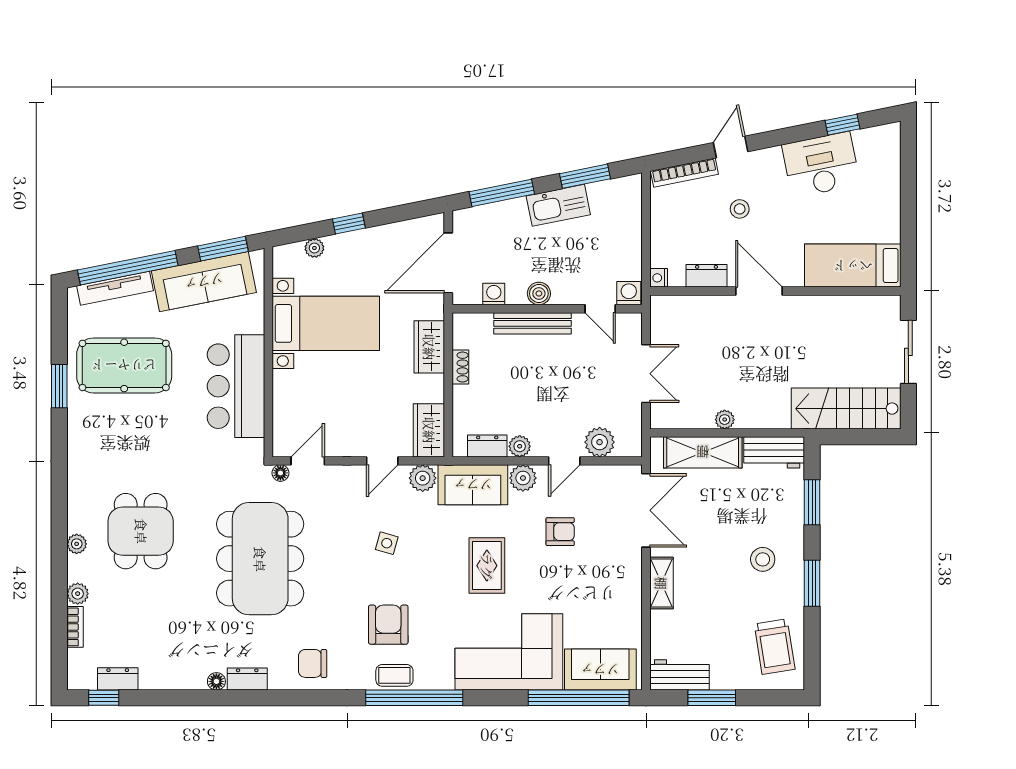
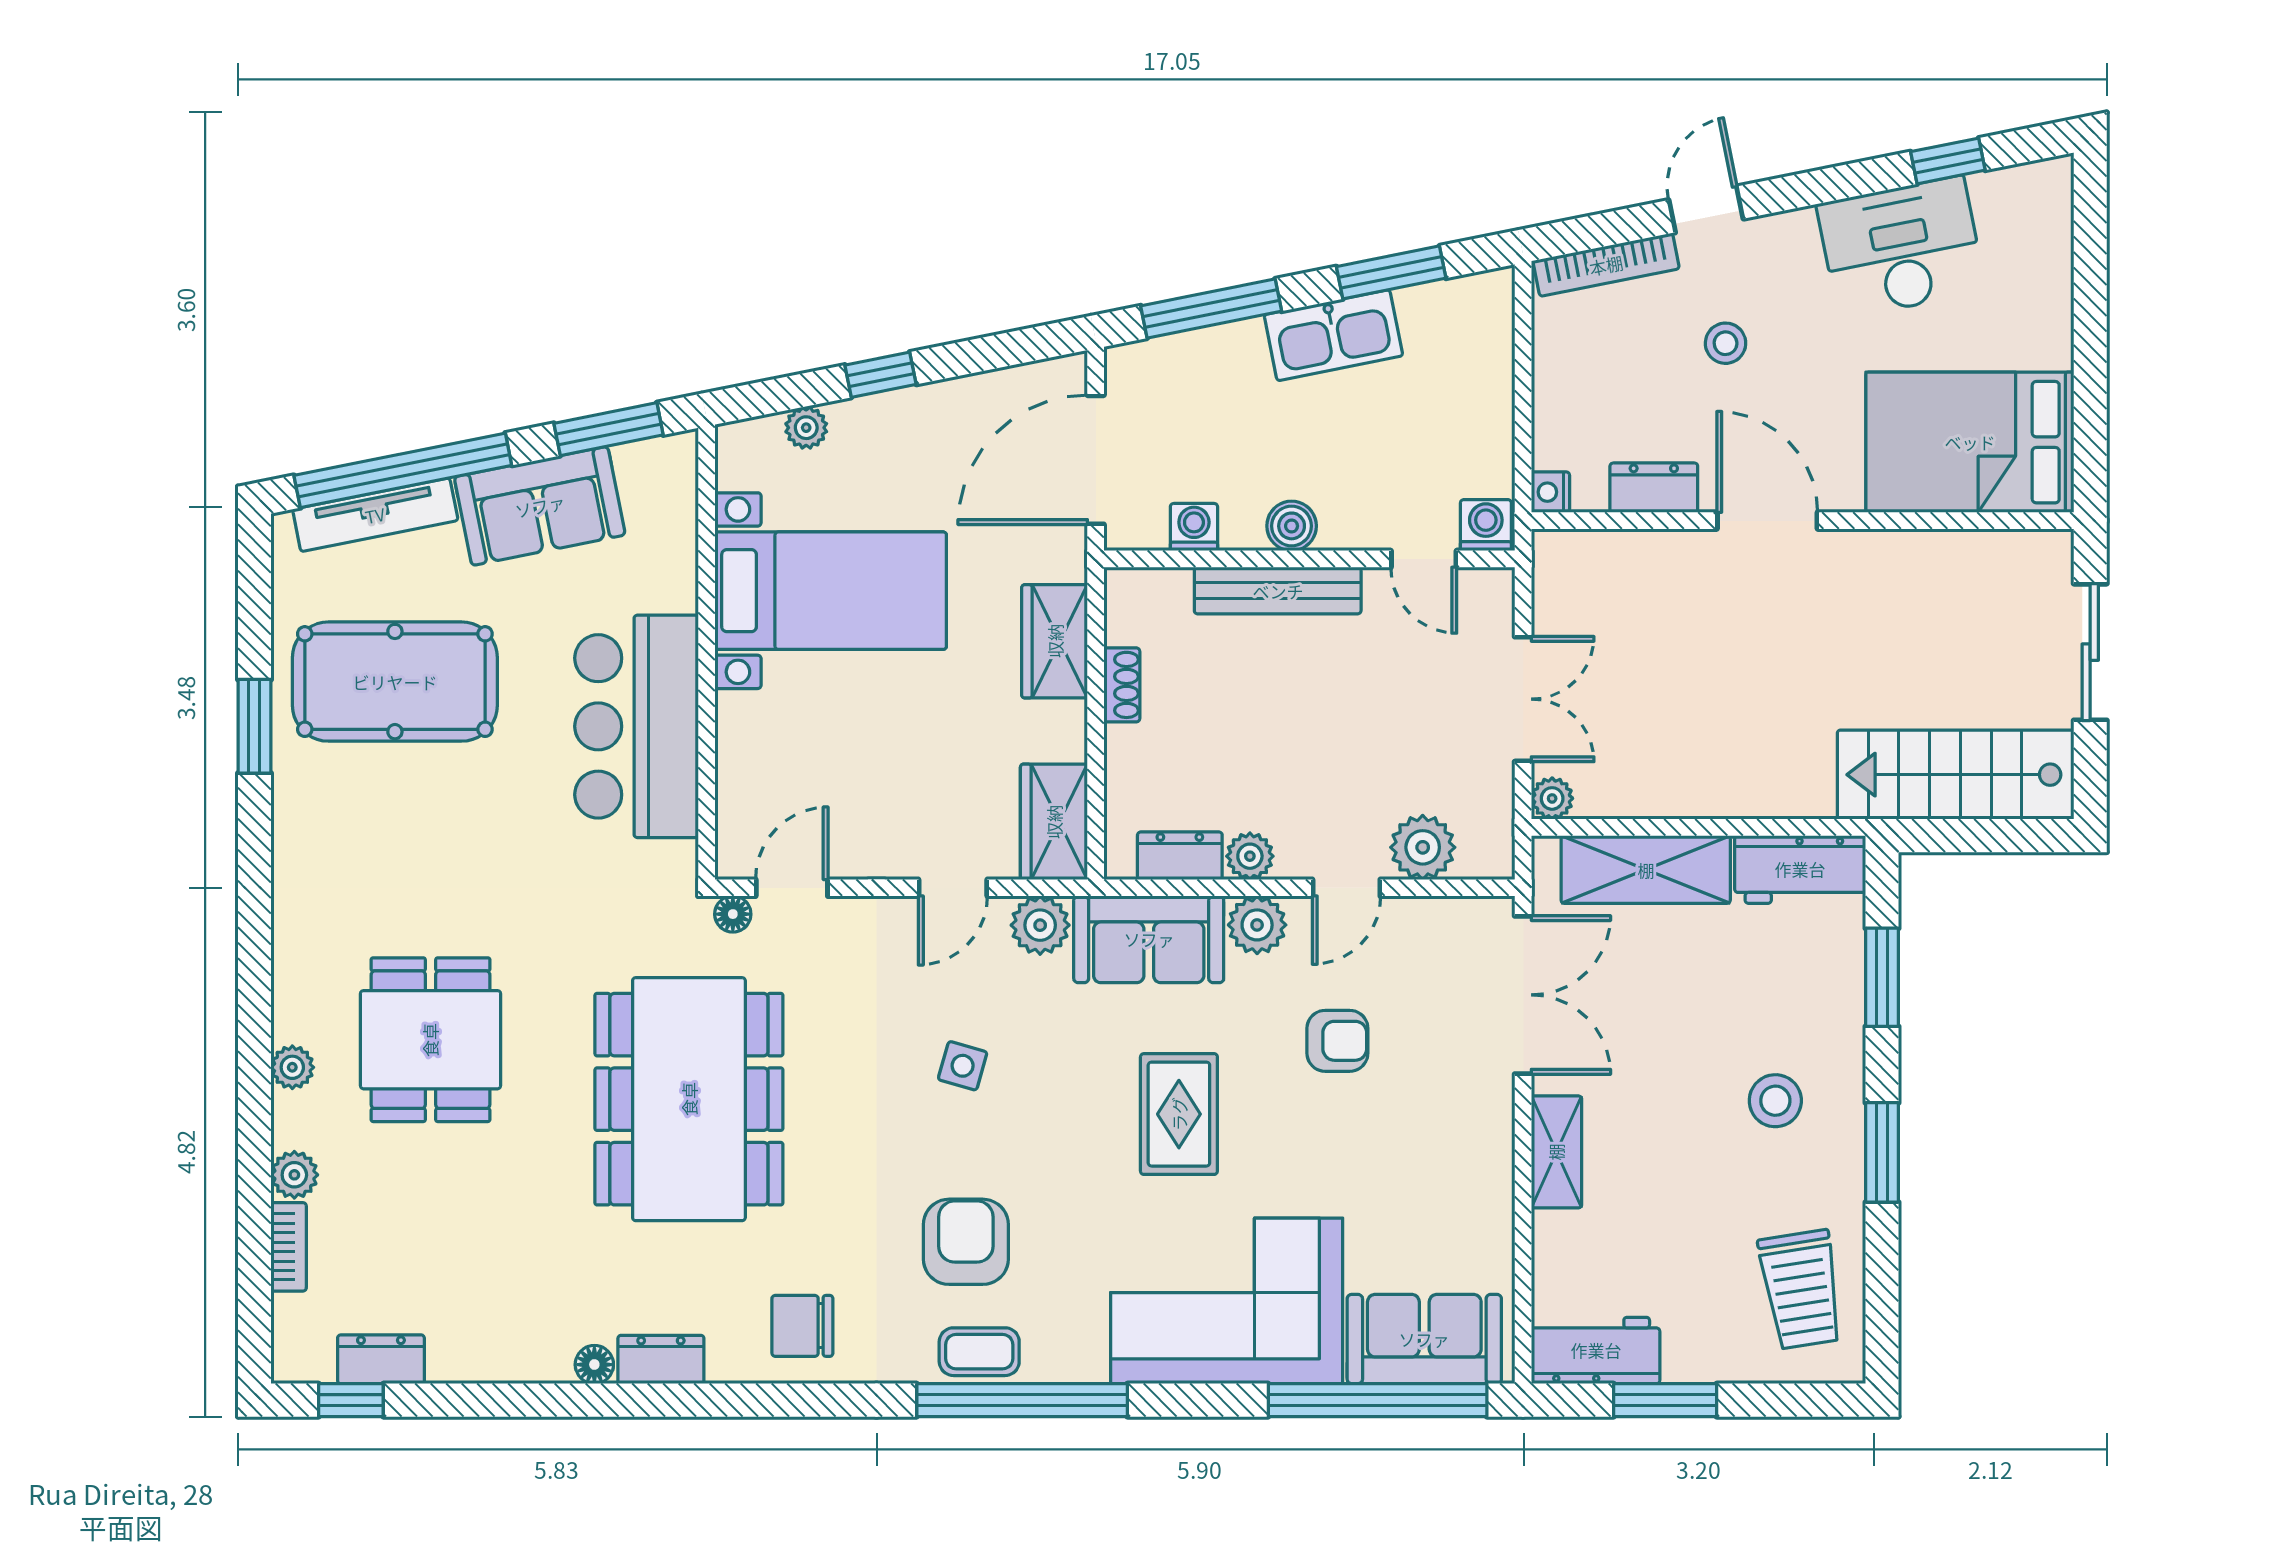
bed: (853, 266) -> (1970, 442), width x1.50
sofa: (204, 282) -> (540, 506), width x0.73
plant: (725, 420) -> (1552, 798), moved

